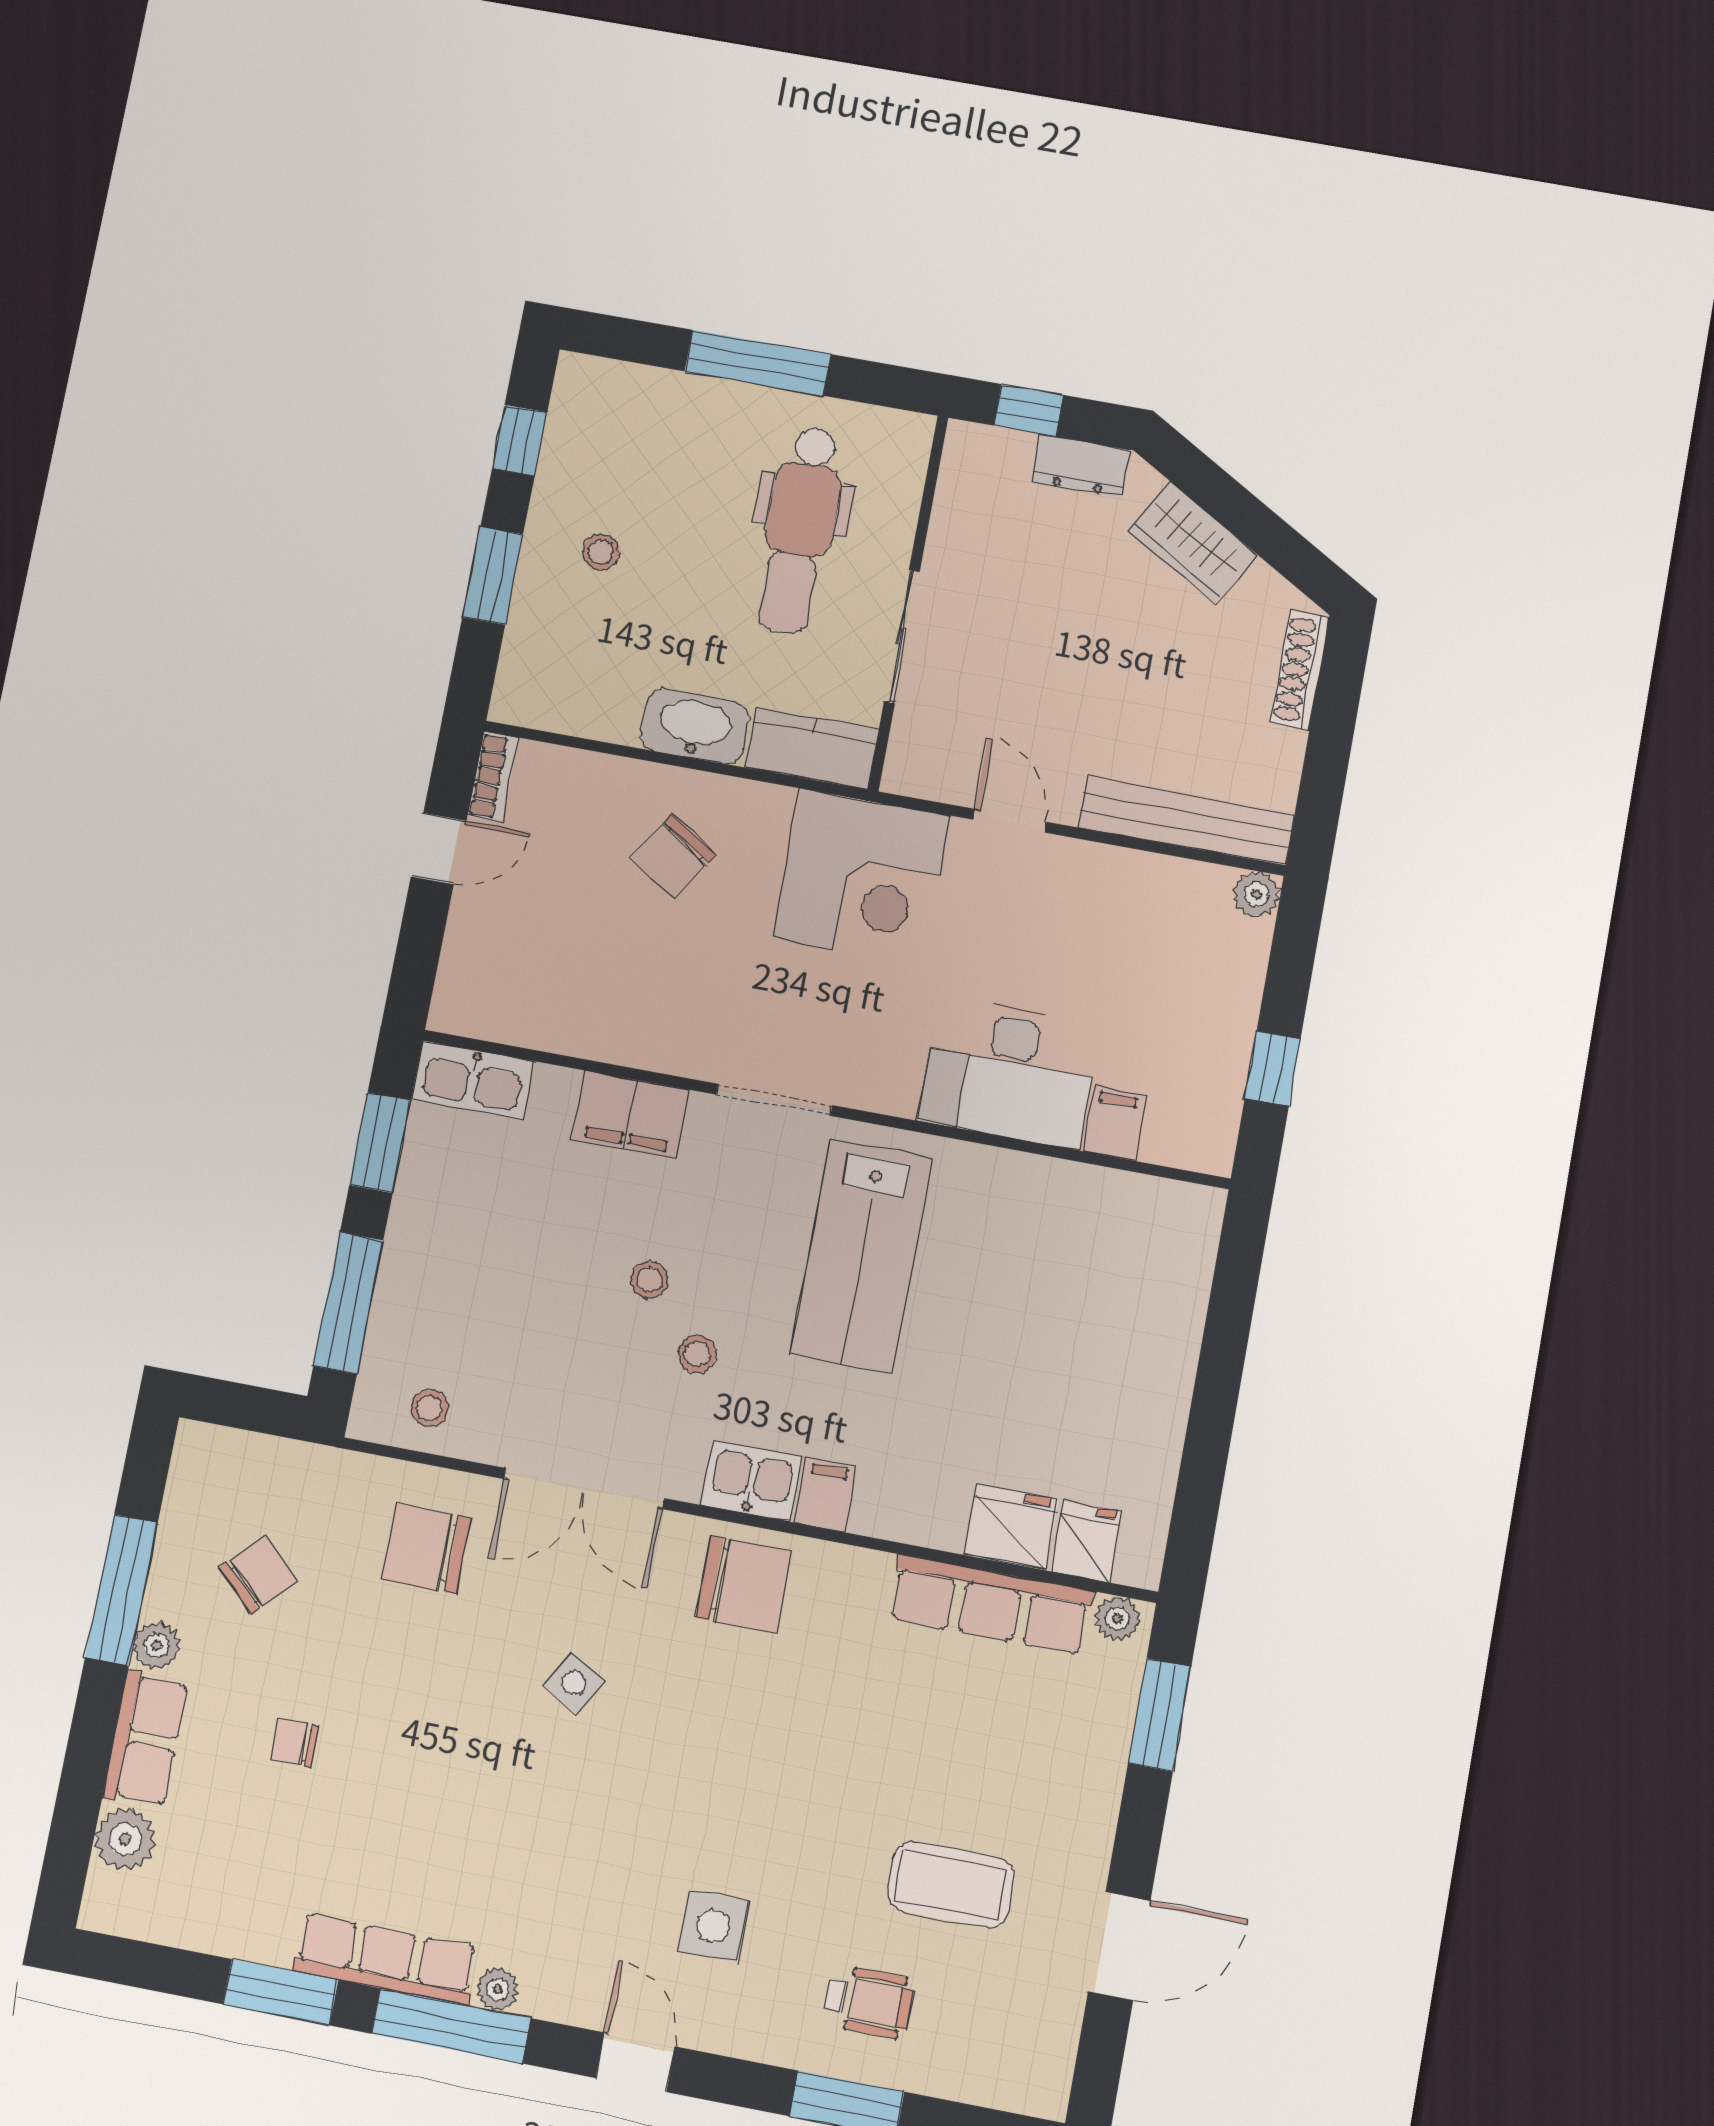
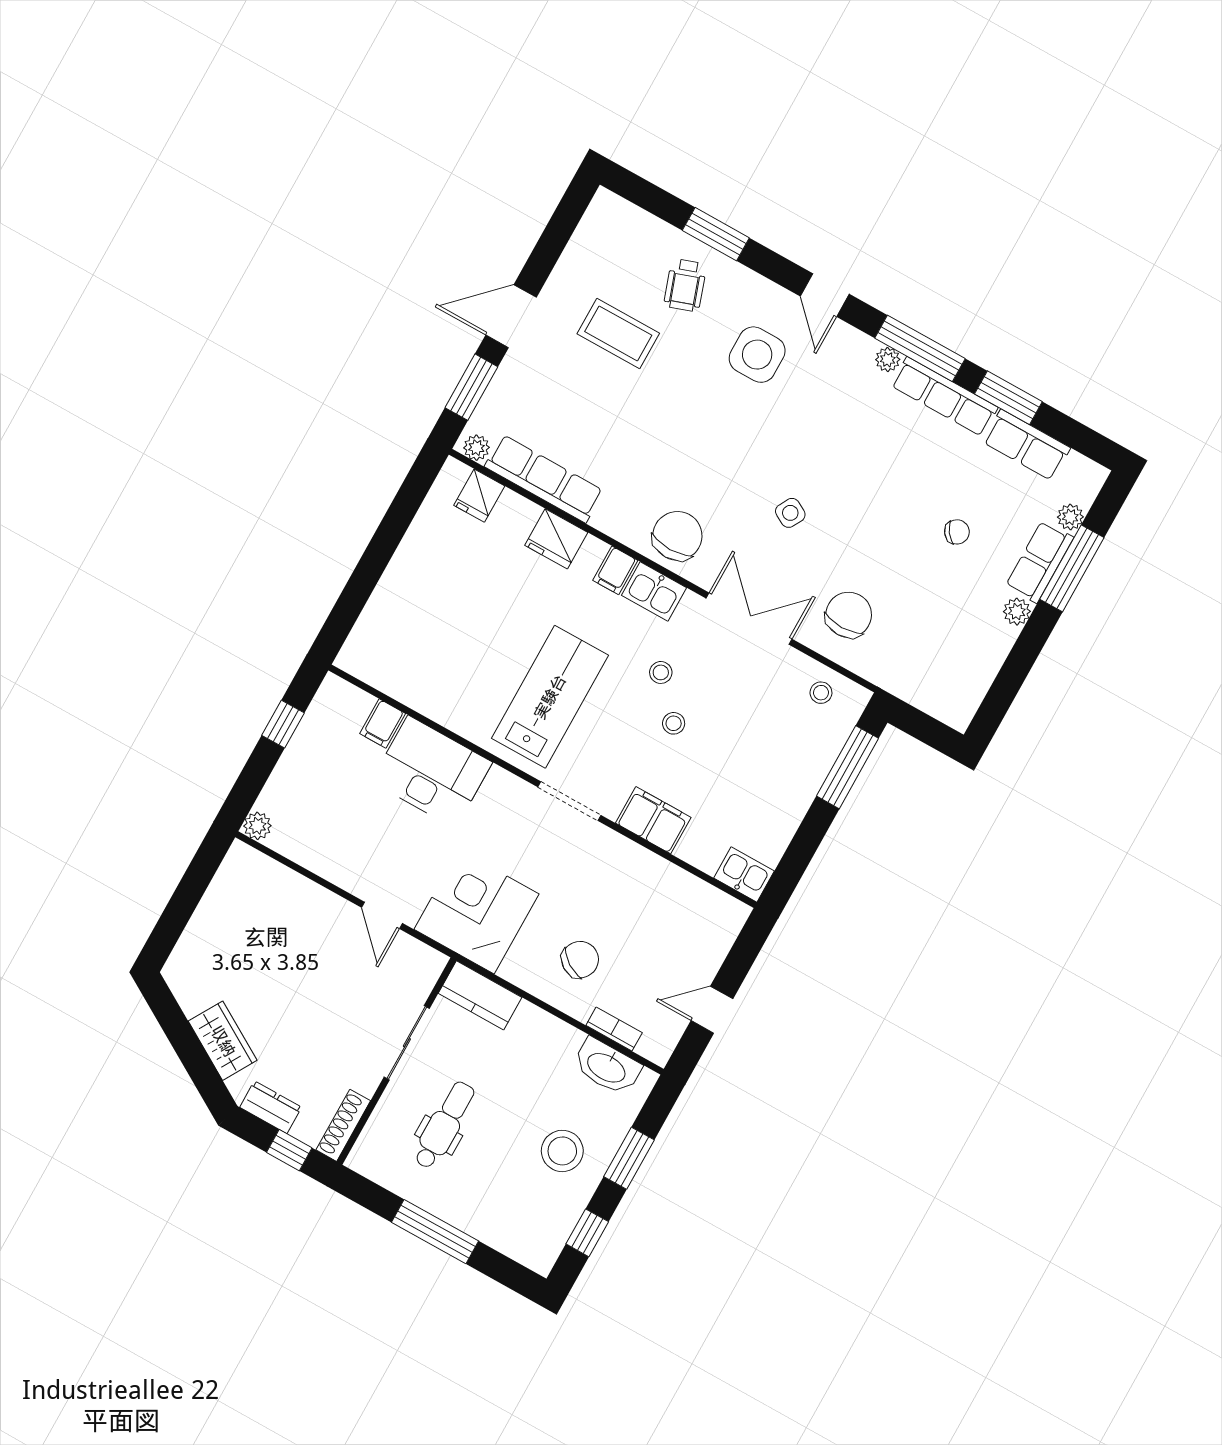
dental chair: (799, 530) -> (444, 1125), width x0.73, depth x0.72
stool: (601, 552) -> (562, 1151), width x1.89, depth x1.89
shoe rack: (1300, 670) -> (343, 1125), moved, turned 180
washbasin: (695, 726) -> (607, 1067), moved
bookcase: (493, 777) -> (614, 1029), moved, turned 90
bench: (1186, 821) -> (282, 881), removed
kitchen sink: (473, 1080) -> (744, 874), width x0.73
window: (380, 1143) -> (800, 852), removed
fridge: (1011, 1527) -> (556, 539), moved
chair: (426, 1549) -> (849, 615), turned -90
chair: (259, 1574) -> (947, 632), removed
chair: (744, 1584) -> (677, 536), turned 90
window: (121, 1590) -> (1072, 568), moved
chair: (294, 1743) -> (957, 532), turned -36
plant: (125, 1839) -> (1070, 517), width x0.73, depth x0.73
row of seats: (227, 1924) -> (1027, 445), added
side table: (713, 1926) -> (757, 355), width x1.37, depth x1.37
door: (1119, 1946) -> (511, 316), moved
wheelchair: (869, 2002) -> (685, 285), turned -109

